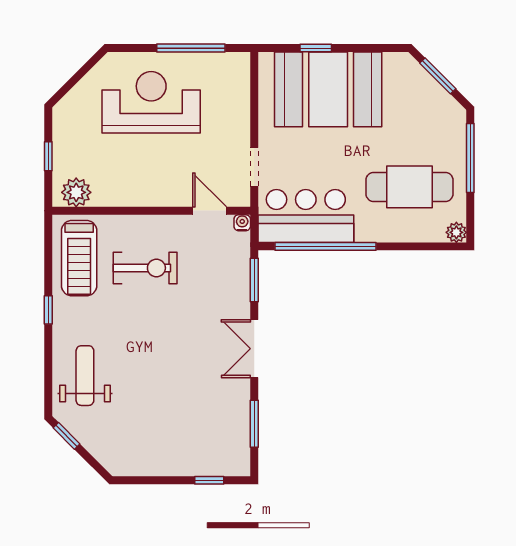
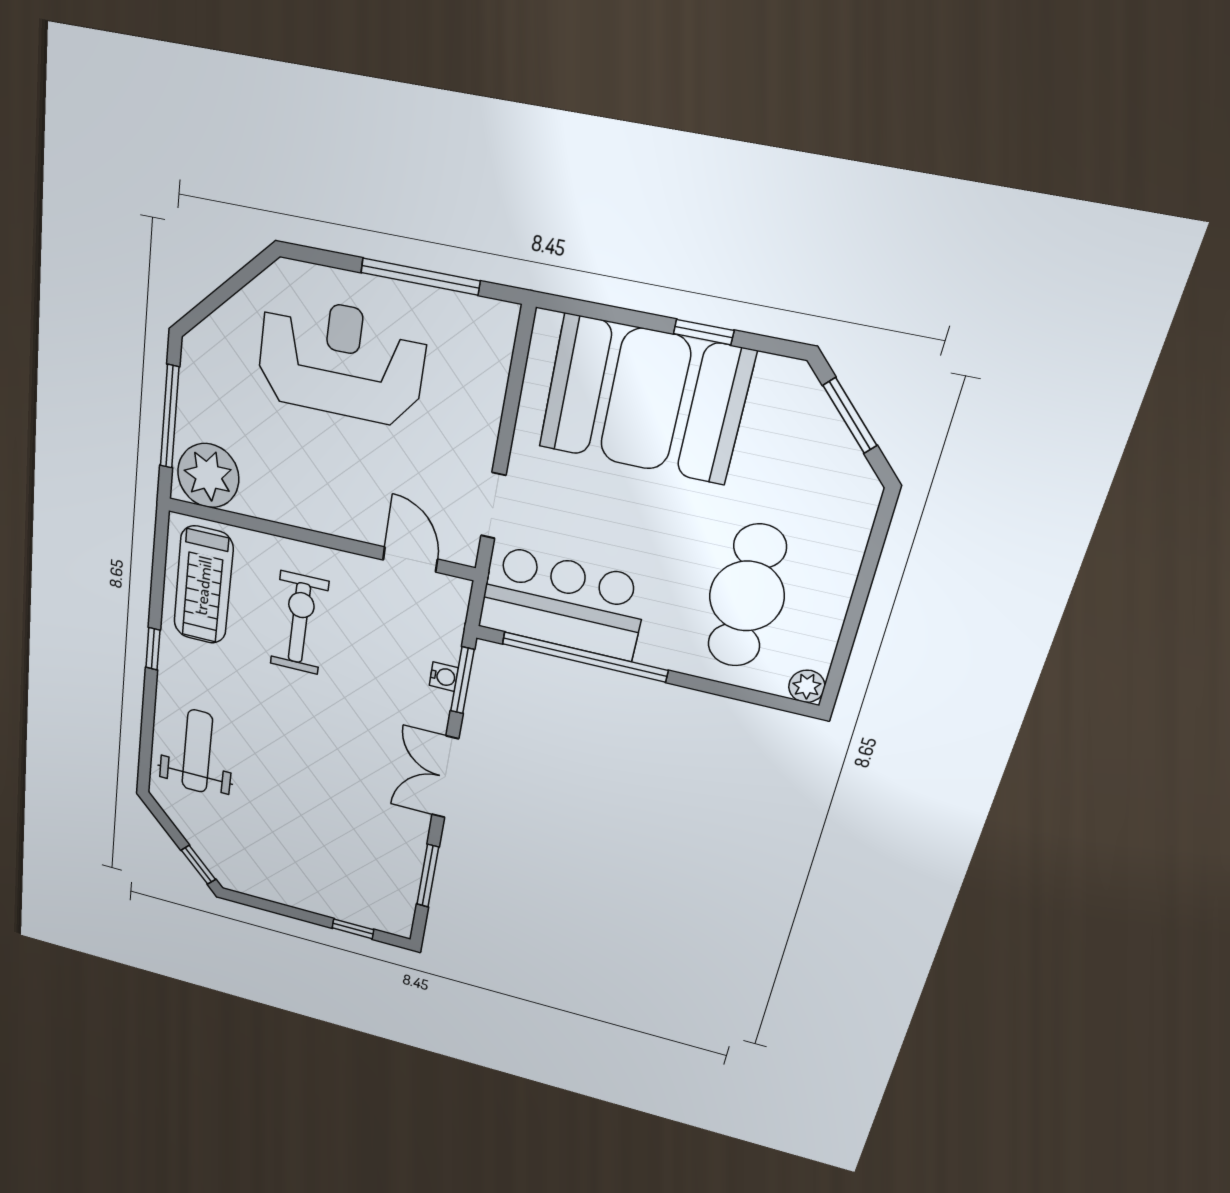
window: (316, 48) -> (704, 332), moved
window: (48, 156) -> (170, 417), width x2.17
window: (470, 158) -> (867, 572), removed
cafe table: (409, 187) -> (747, 596), turned 90
plant: (76, 192) -> (208, 476), width x1.36, depth x1.36
water cooler: (242, 223) -> (444, 677), moved, turned 90
exercise bike: (145, 268) -> (299, 623), turned -90
window: (66, 436) -> (198, 865), moved

